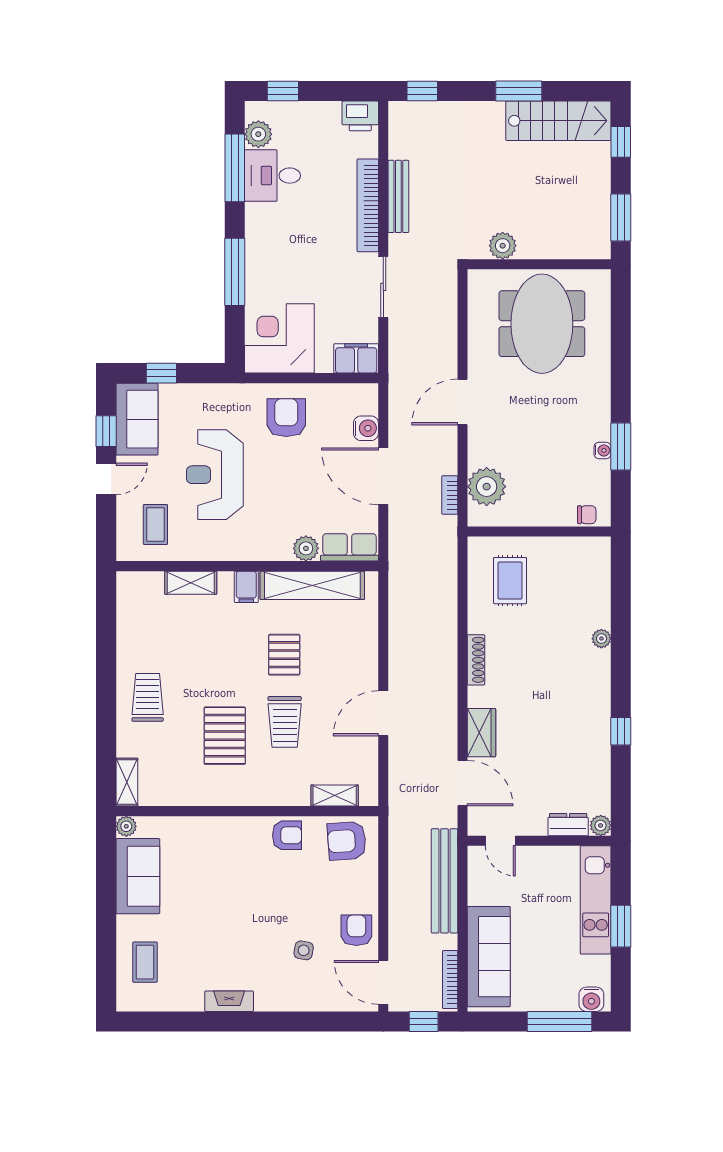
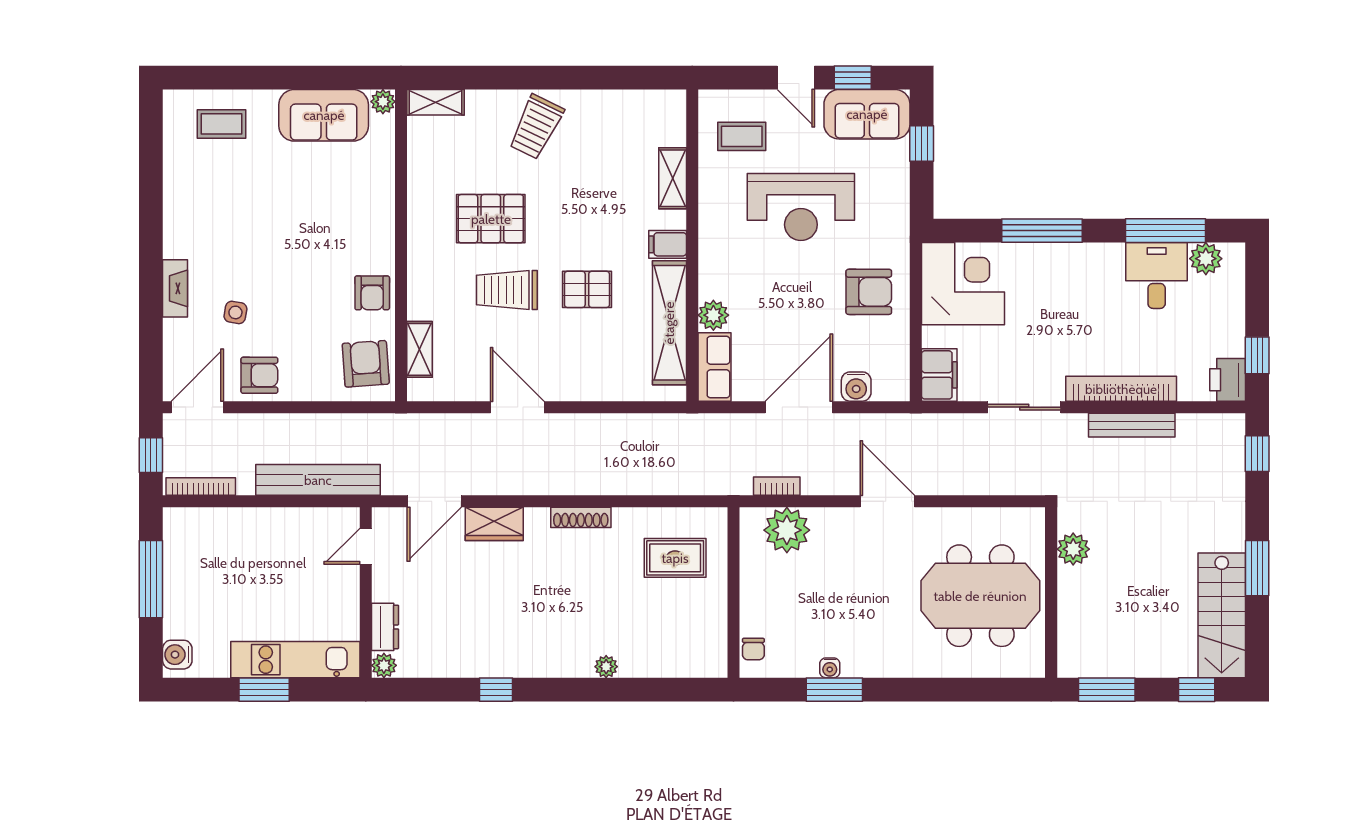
window: (283, 91) -> (1257, 355), moved
reception desk: (215, 475) -> (801, 207), turned 180
trolley: (148, 697) -> (536, 127), turned 116
sofa: (489, 957) -> (228, 533), removed
fireplace: (229, 1001) -> (175, 288), moved
window: (560, 1021) -> (151, 579), moved

